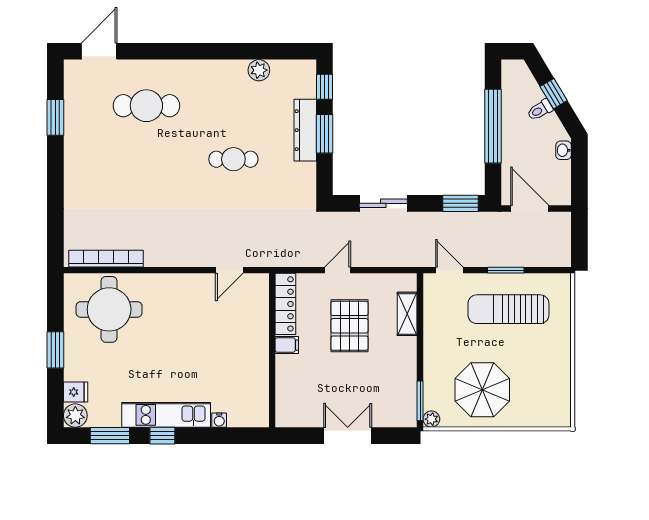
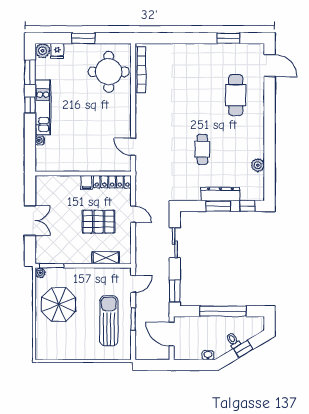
door: (530, 208) -> (172, 334), swing flipped

